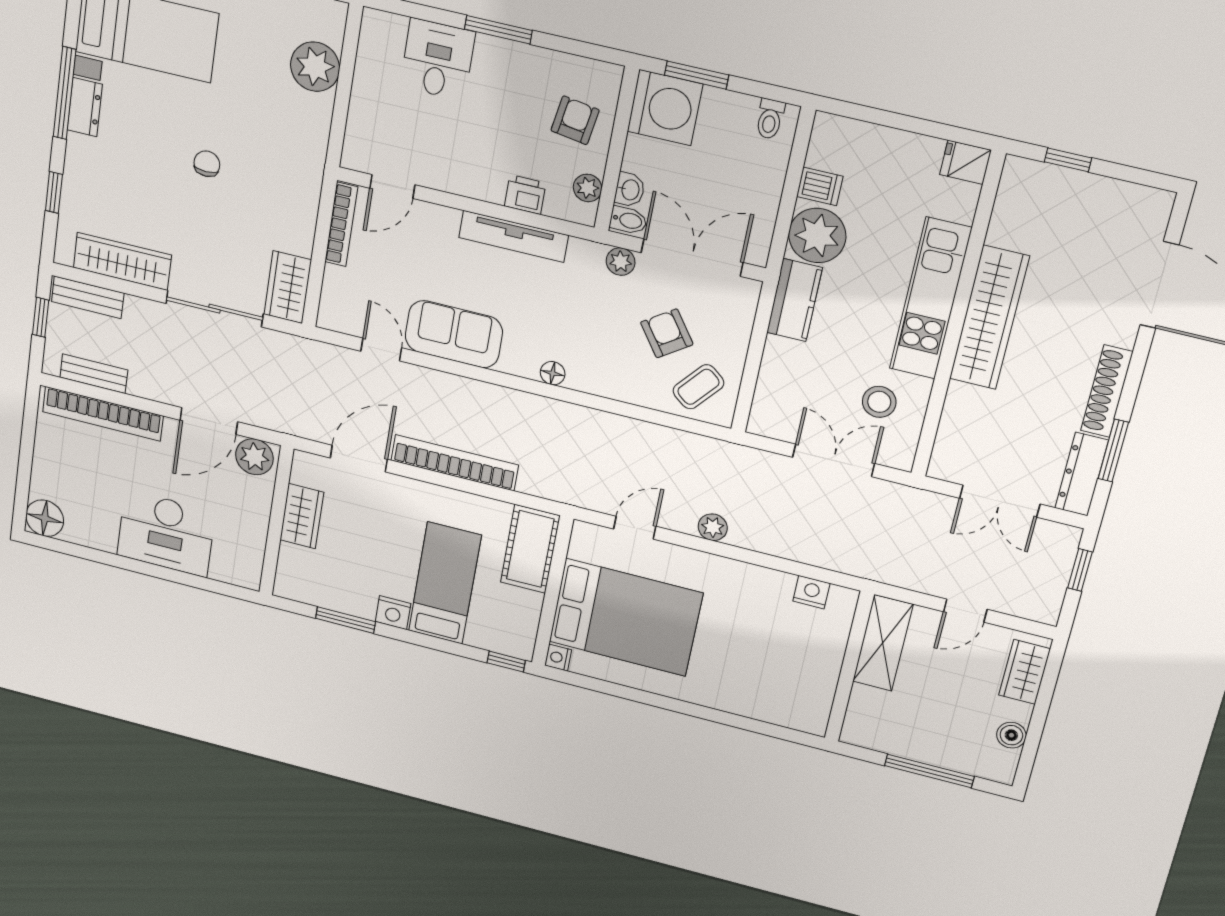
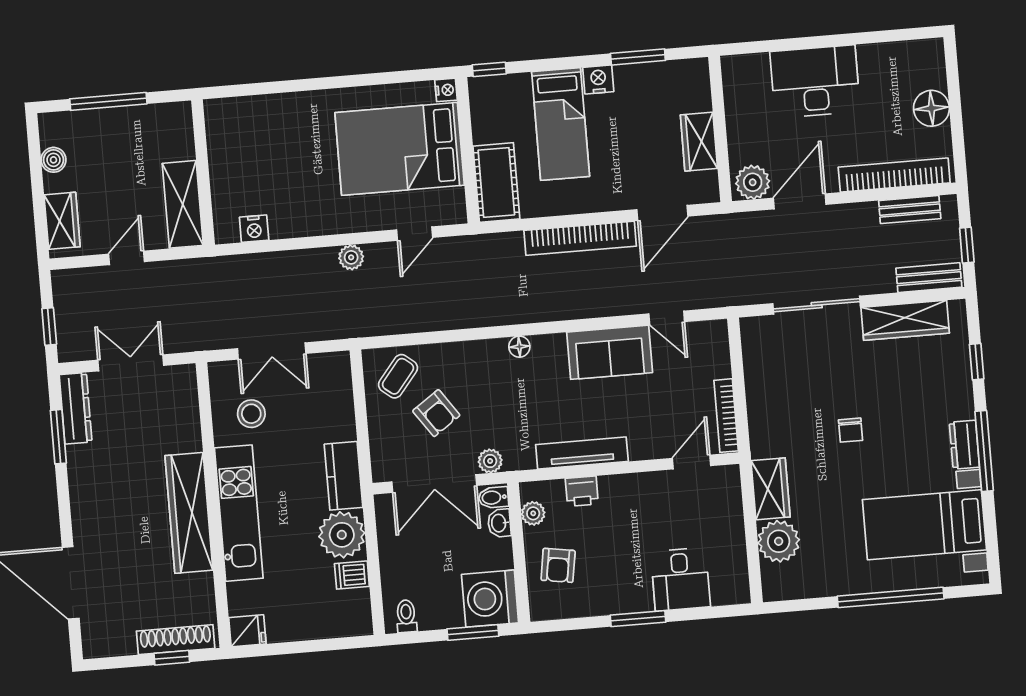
wardrobe: (288, 287) -> (770, 489), moved
shoe rack: (1107, 391) -> (176, 640), moved, turned -90
floor lamp: (45, 518) -> (931, 108), moved

